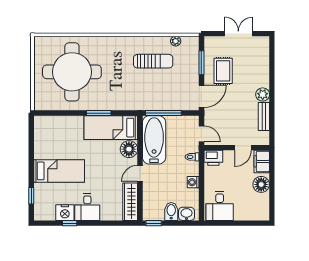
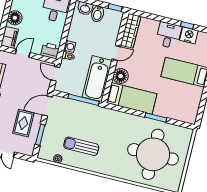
window: (99, 113) -> (156, 118), moved
washing machine: (193, 182) -> (70, 46), moved

